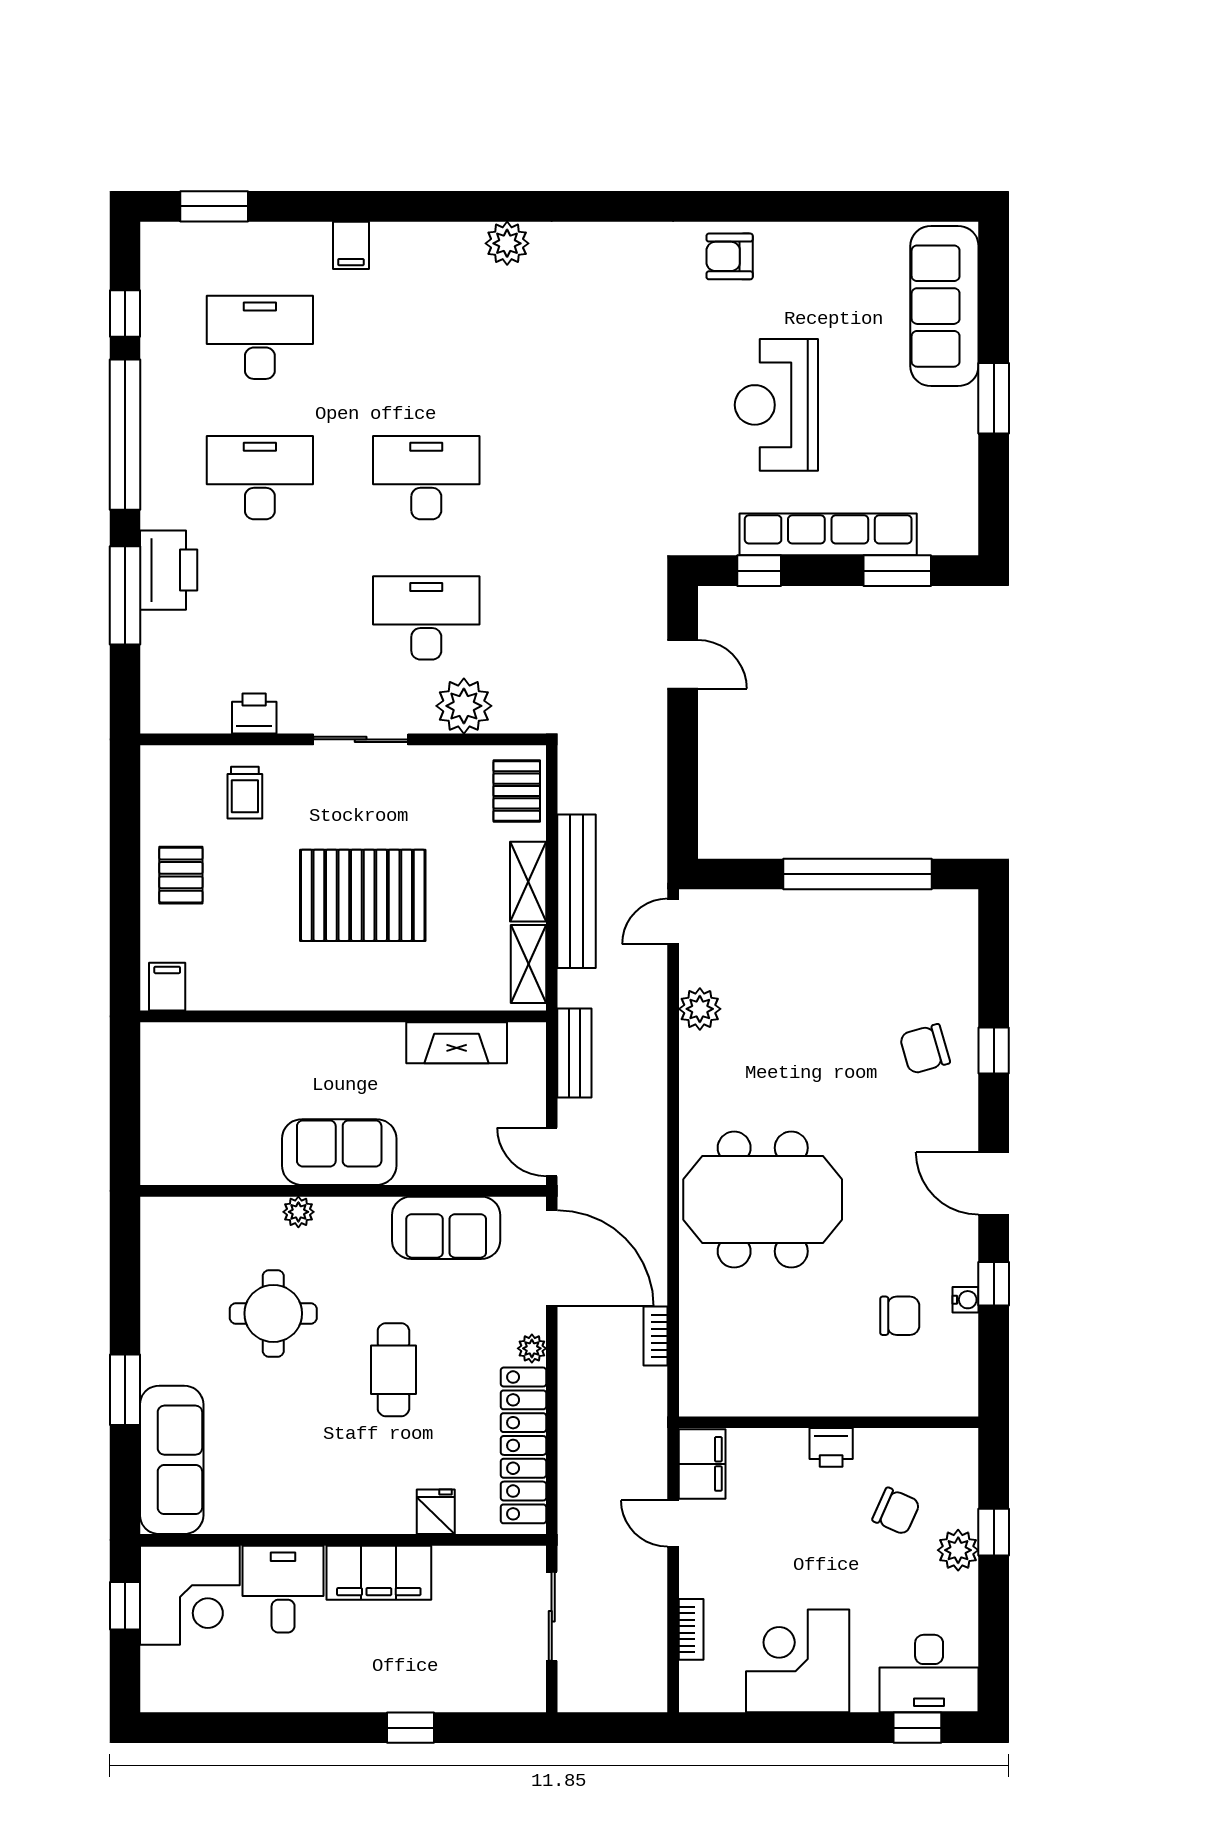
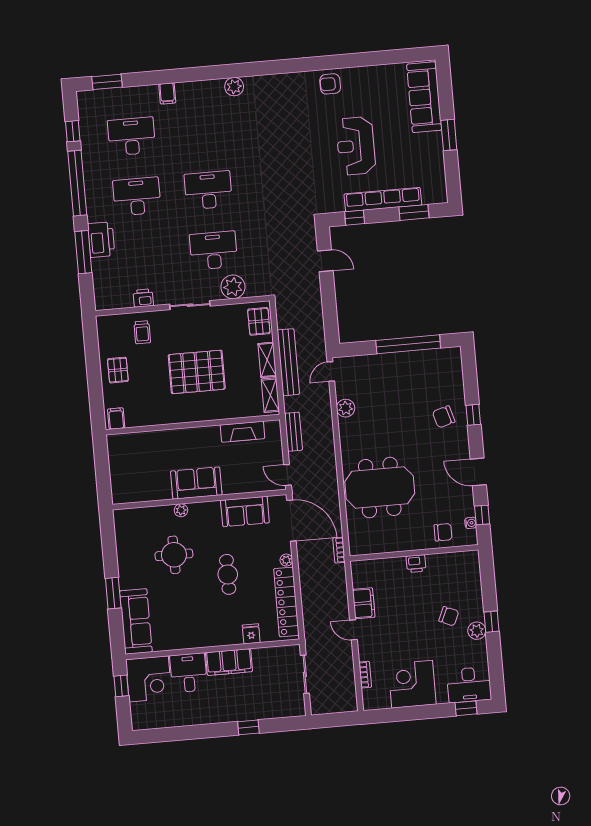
wall: (829, 1422) -> (414, 553), moved
printer: (831, 1447) -> (416, 564), moved

